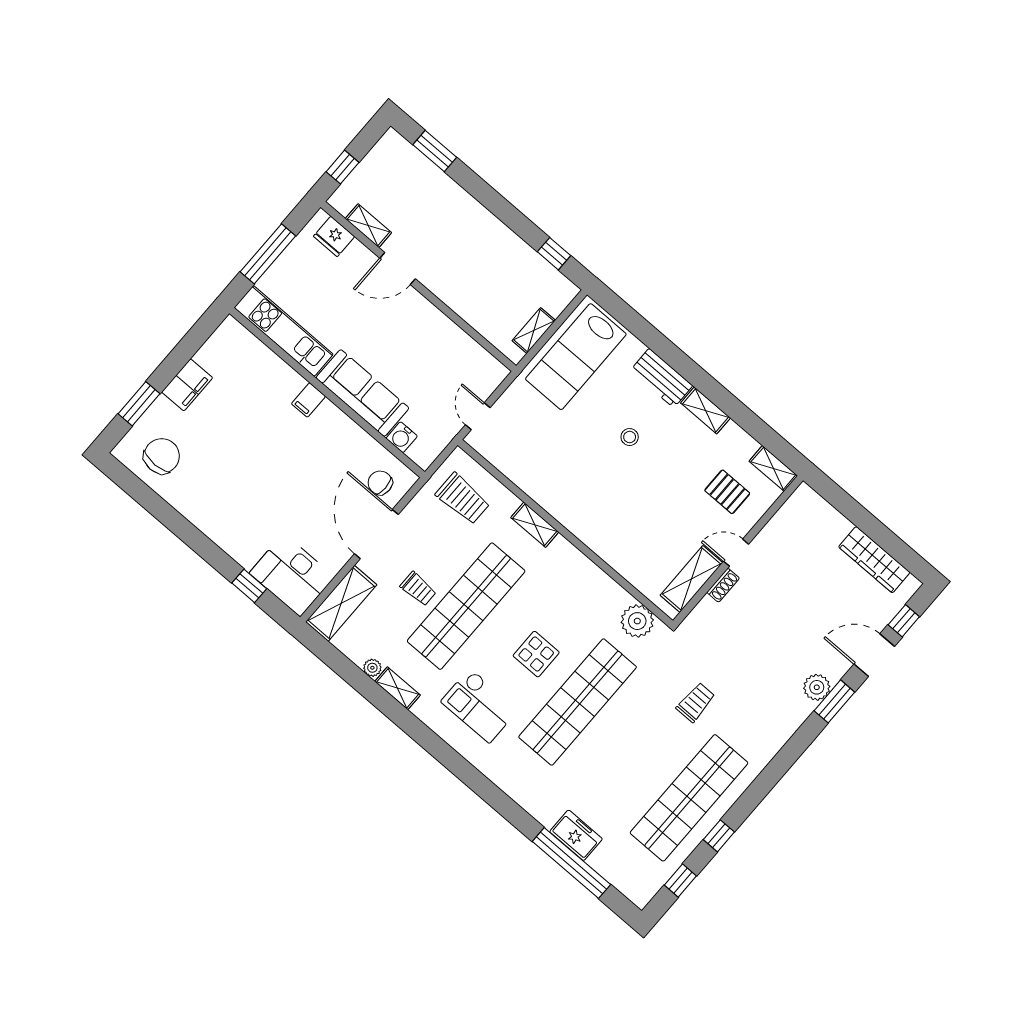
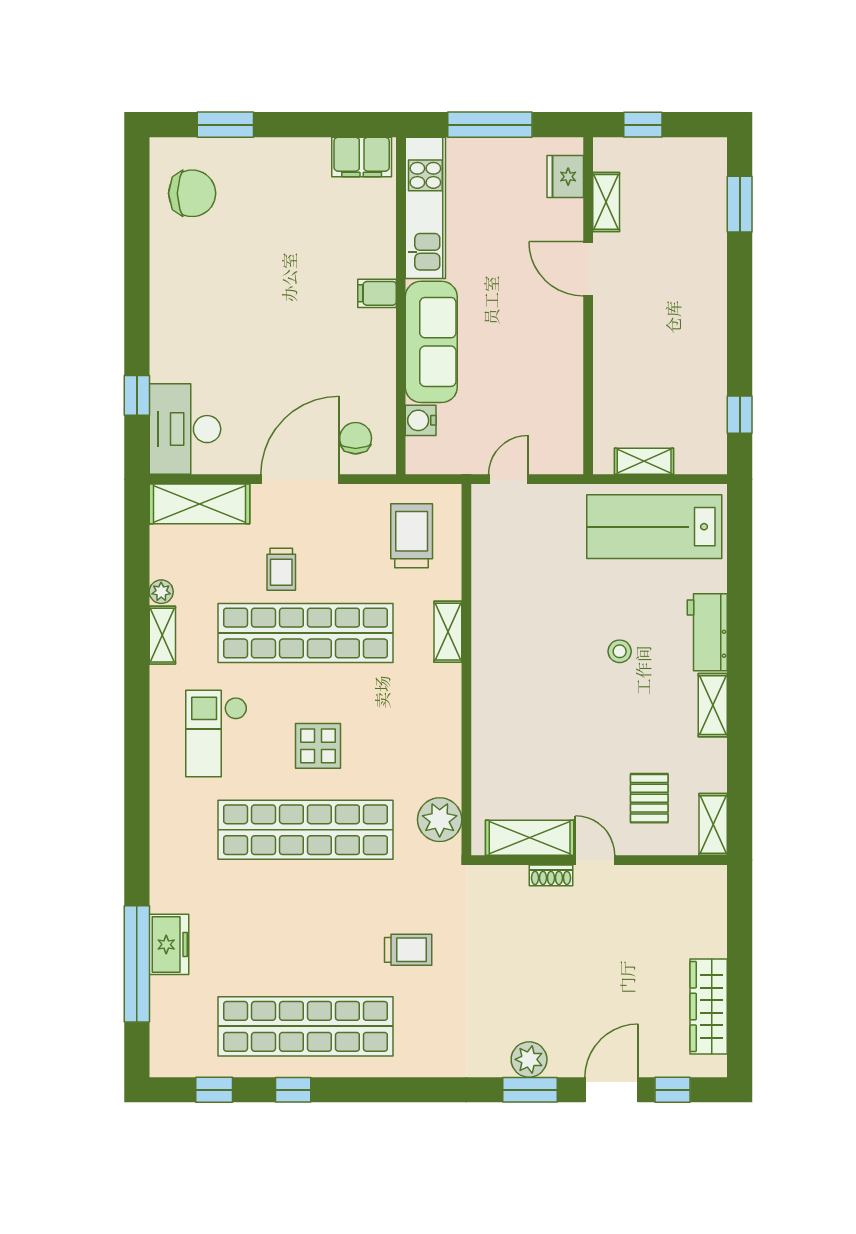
filing cabinet: (187, 385) -> (362, 157), moved
trolley: (463, 499) -> (412, 536), turned 180
door: (874, 655) -> (612, 1090), hinge flipped

